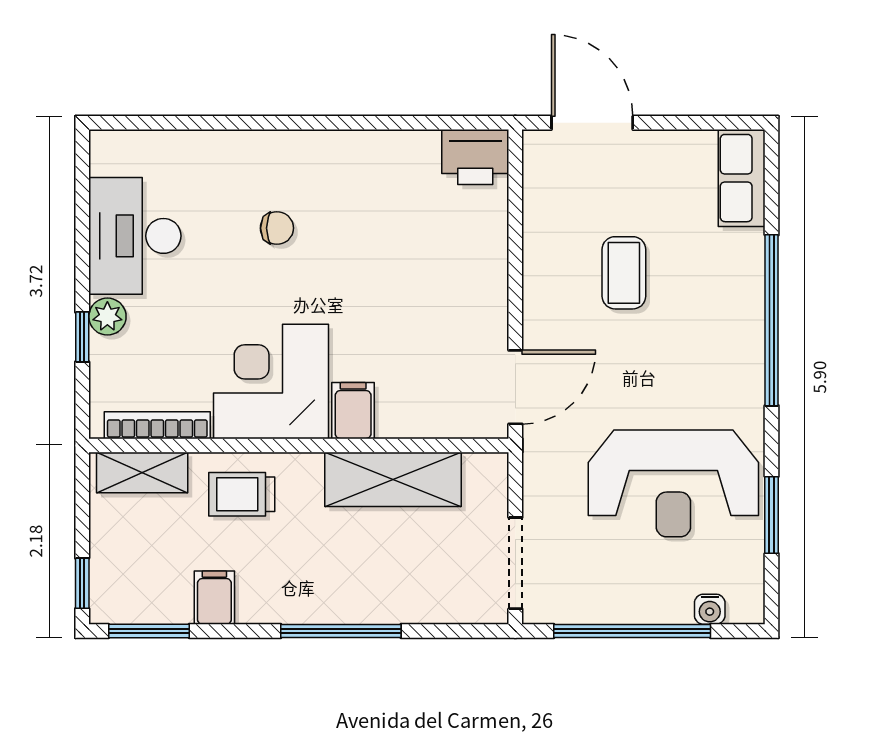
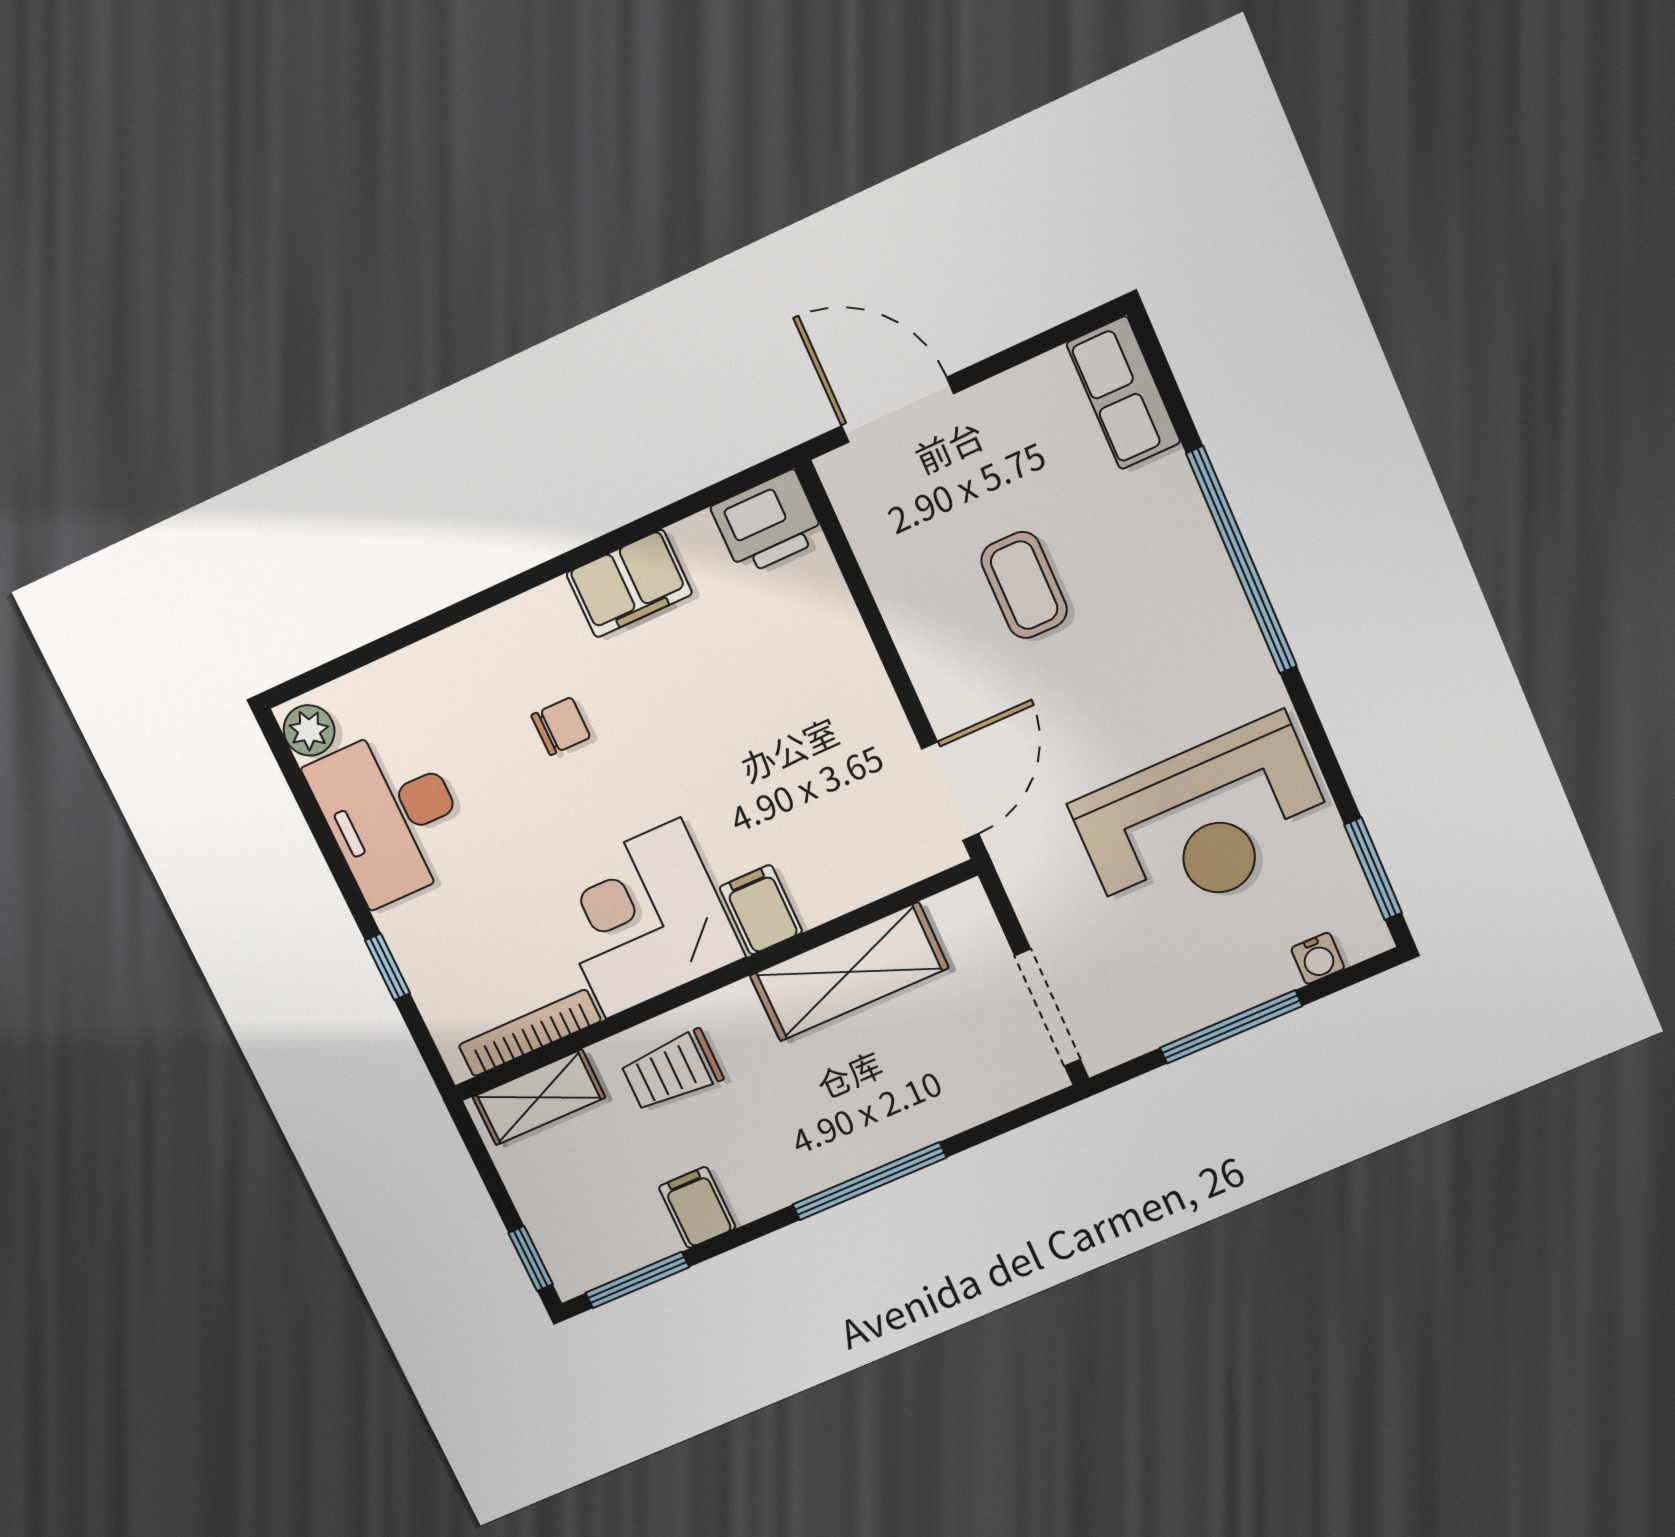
filing cabinet: (366, 155) -> (629, 584), added
plant: (107, 317) -> (309, 730), moved
window: (772, 515) -> (1373, 869), moved
window: (632, 631) -> (1231, 1027), width x0.68

